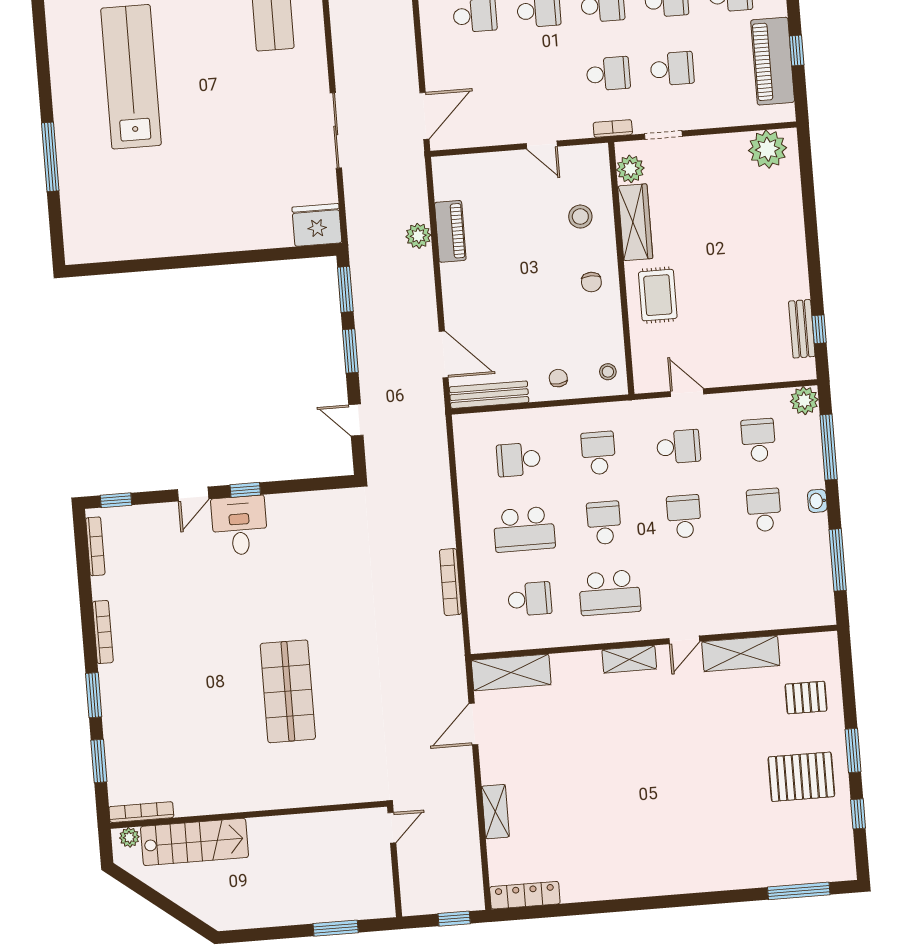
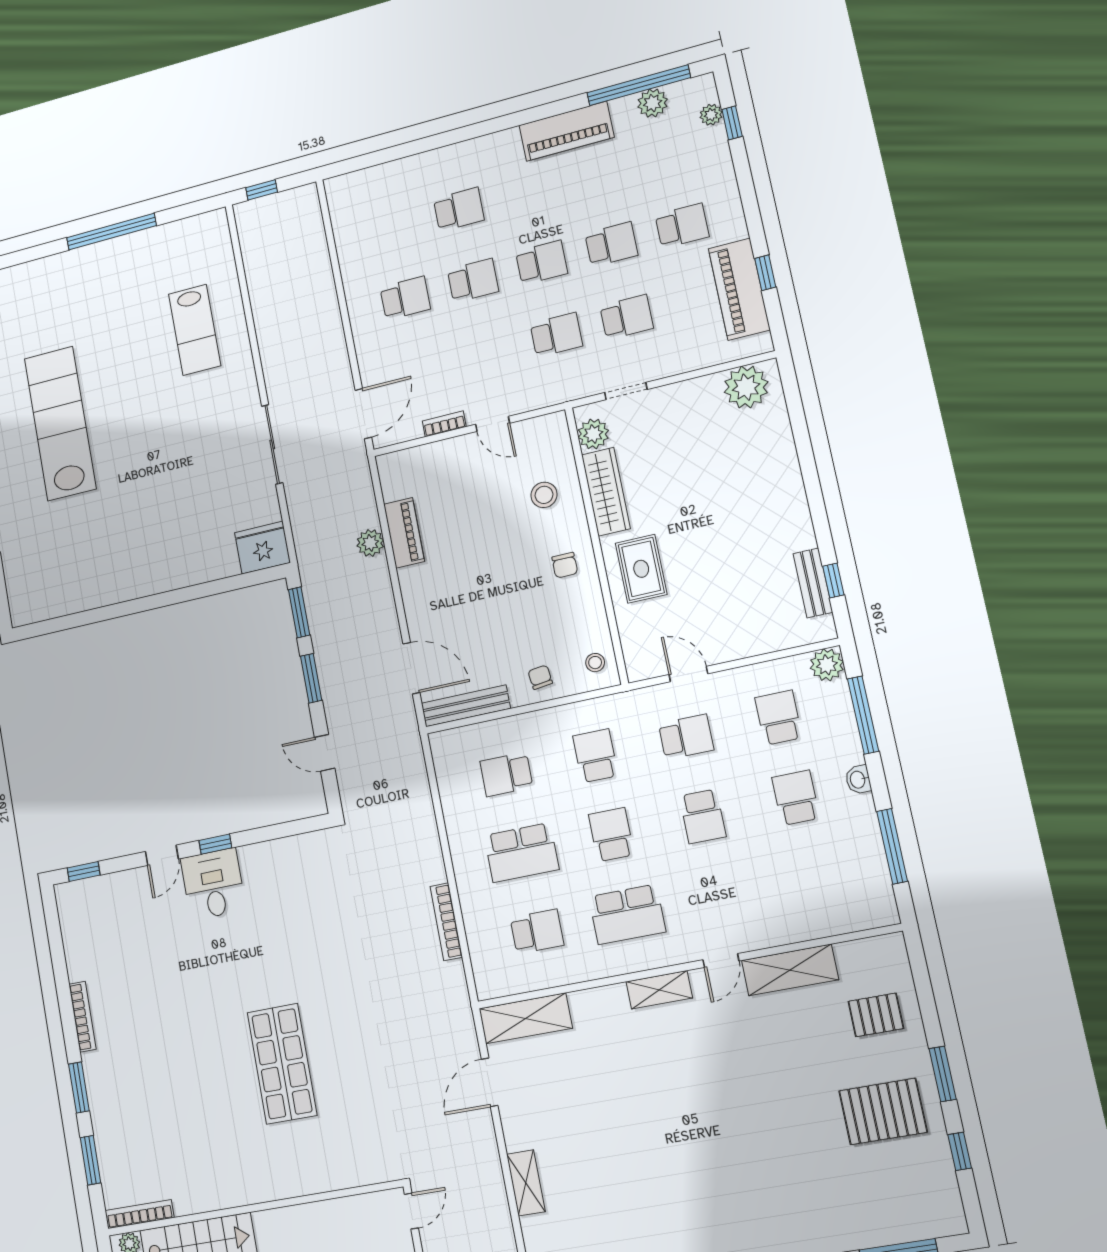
bookcase: (613, 129) -> (444, 424), moved
school desk: (684, 516) -> (703, 816), turned 180
bookcase: (95, 546) -> (67, 924), removed

